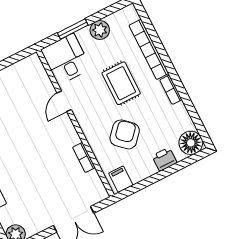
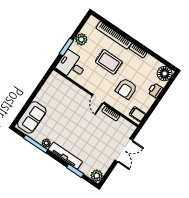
door: (64, 101) -> (98, 99), moved
armchair: (125, 134) -> (126, 89), turned -132

